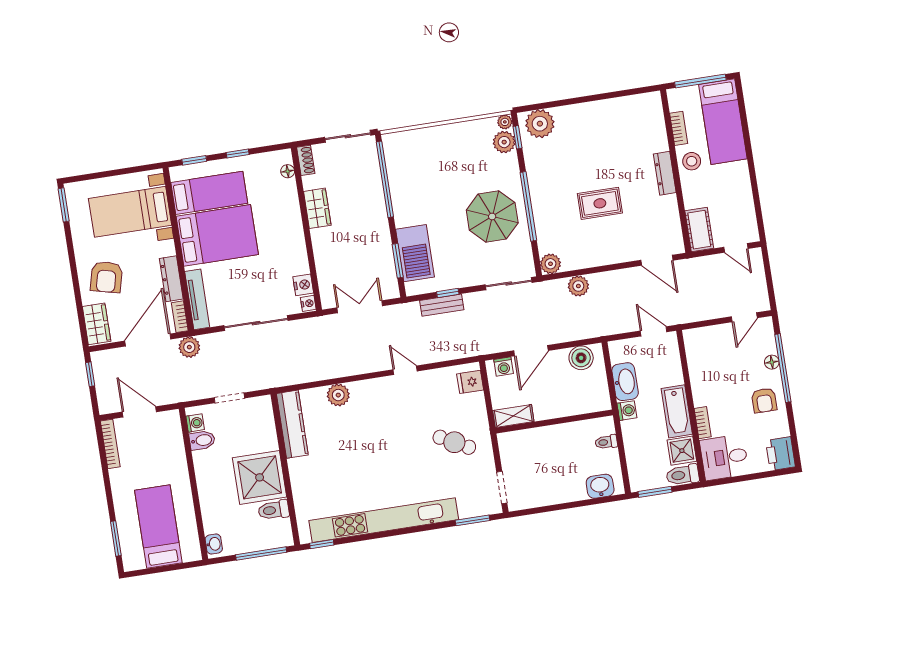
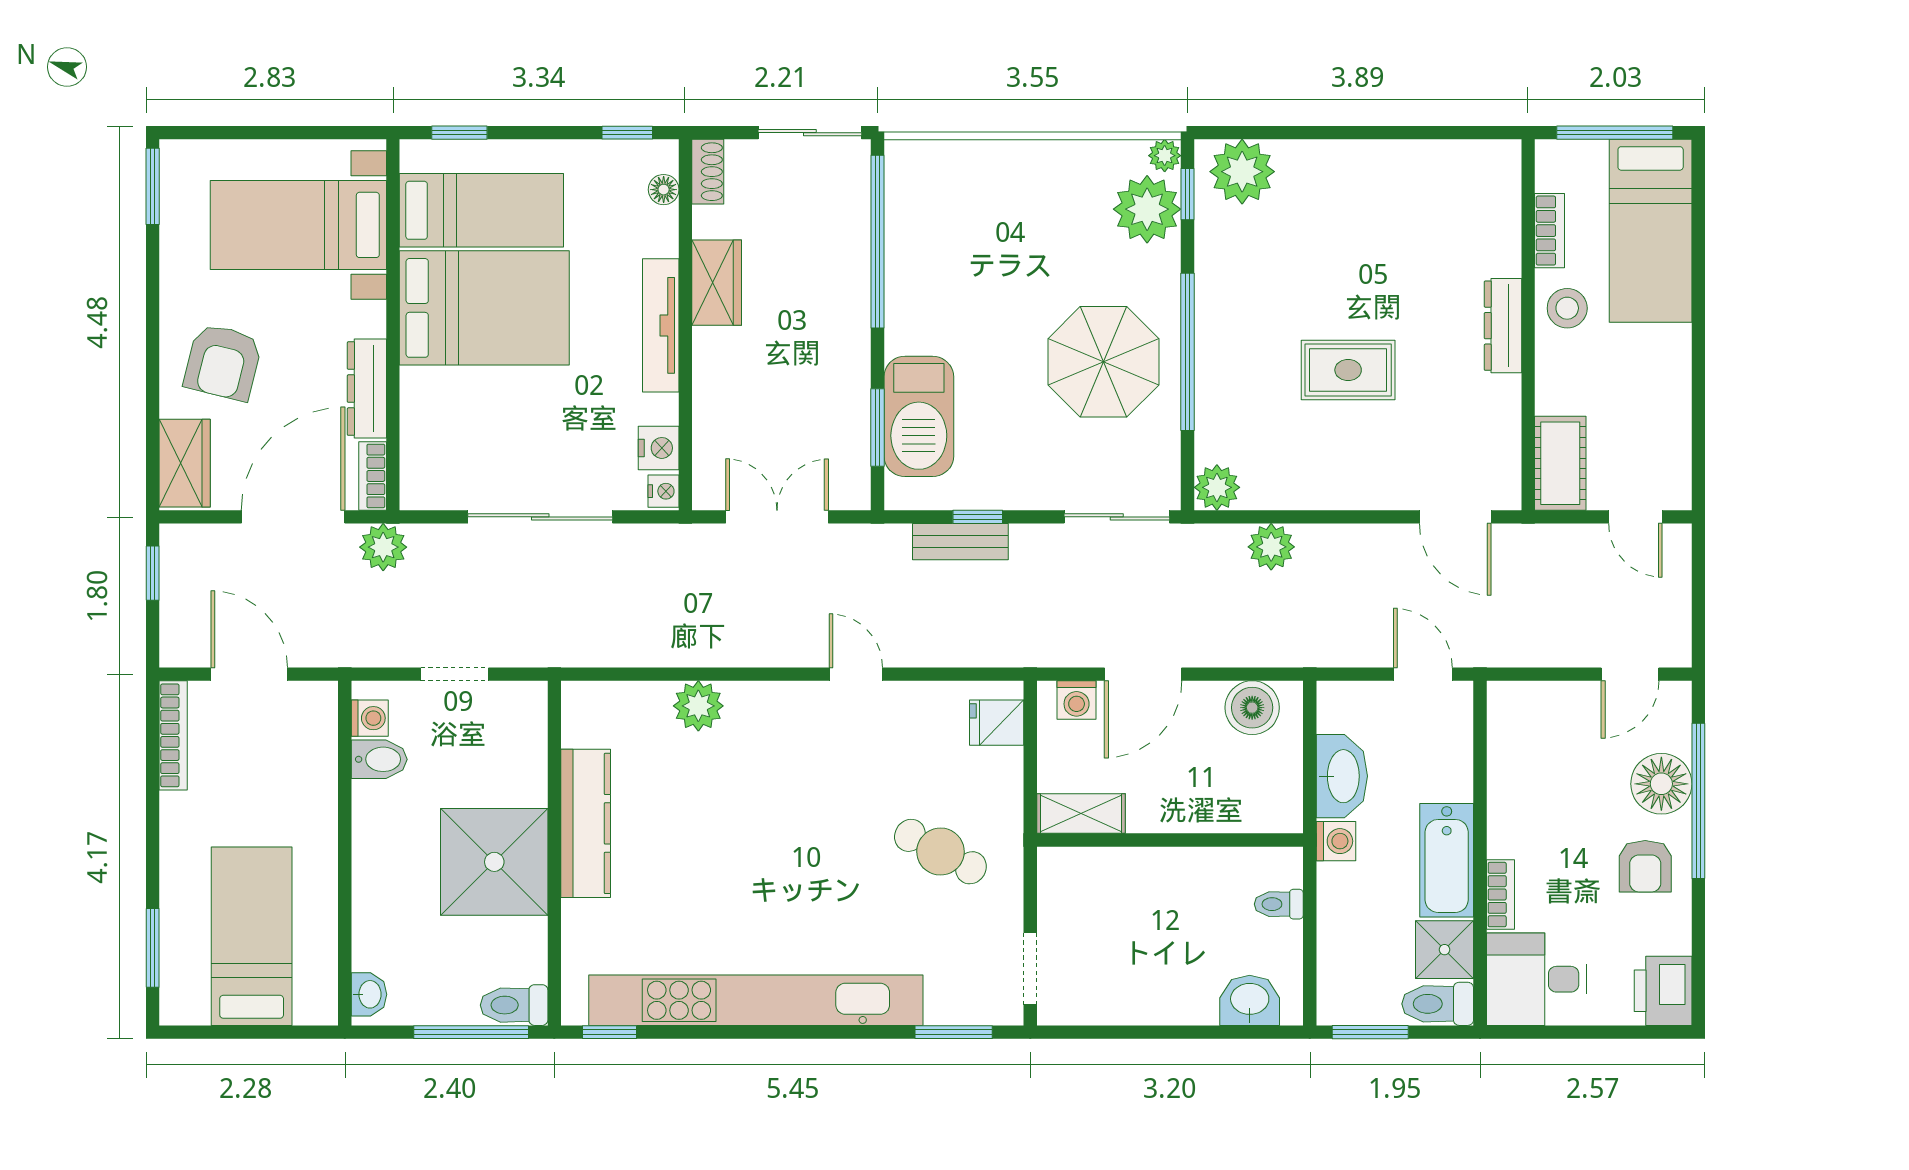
plant: (504, 142) -> (1147, 209), width x1.36, depth x1.36
window: (238, 153) -> (627, 133), moved
tv unit: (197, 299) -> (661, 325), moved, turned 180
floor lamp: (772, 362) -> (1661, 784), width x1.89, depth x1.89
kitchen counter: (292, 424) -> (586, 823), moved
toilet: (274, 510) -> (514, 1005), moved

